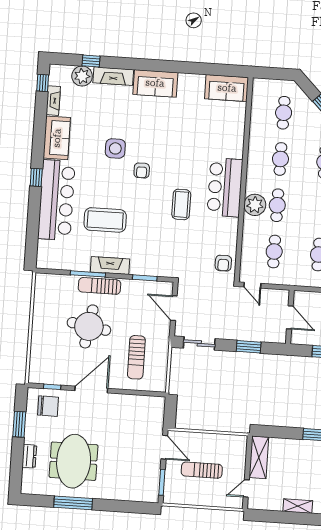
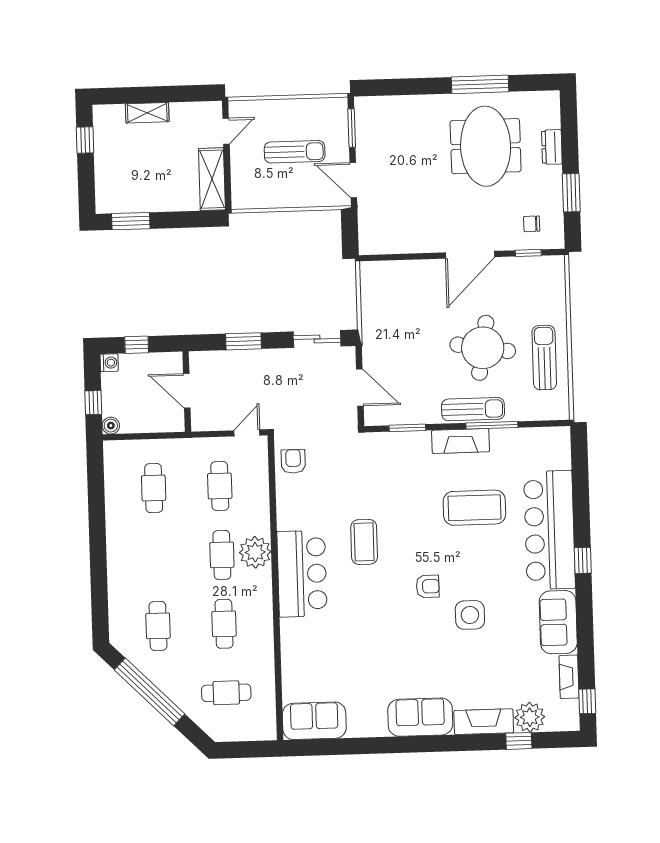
cafe table: (284, 113) -> (226, 693), turned 90
armchair: (142, 170) -> (428, 586), turned 90
door: (252, 285) -> (247, 433), hinge flipped
sun lounger: (136, 357) -> (544, 358), moved
chair: (48, 406) -> (532, 224), width x0.54, depth x0.54

